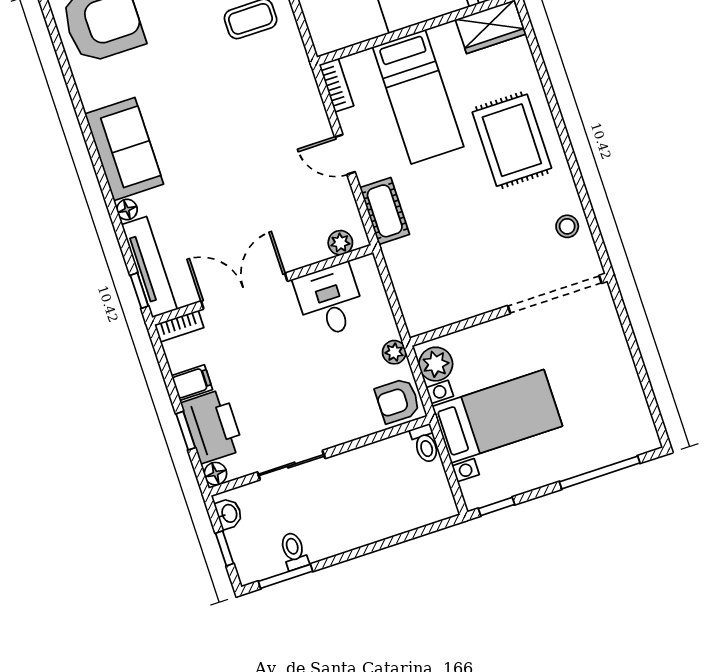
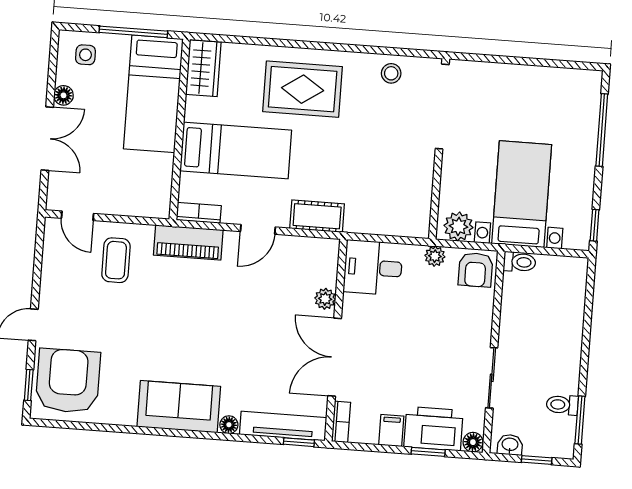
piano: (301, 87) -> (188, 243), added
plant: (340, 243) -> (325, 299), moved
desk: (330, 301) -> (373, 268), moved

